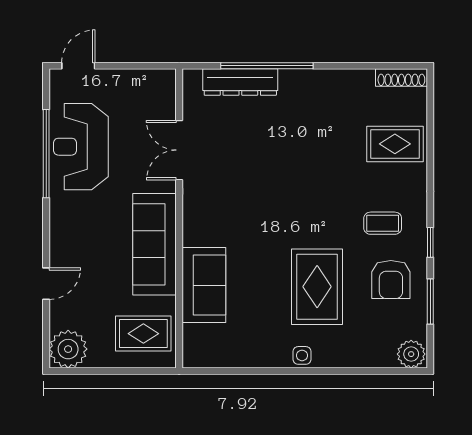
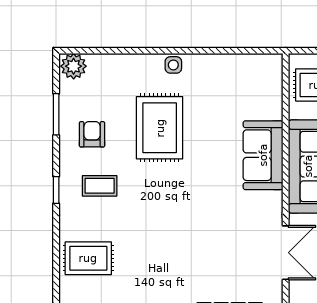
window: (430, 242) -> (56, 190), moved
armchair: (391, 280) -> (92, 134), width x0.72, depth x0.72
sofa: (204, 285) -> (263, 155), moved

